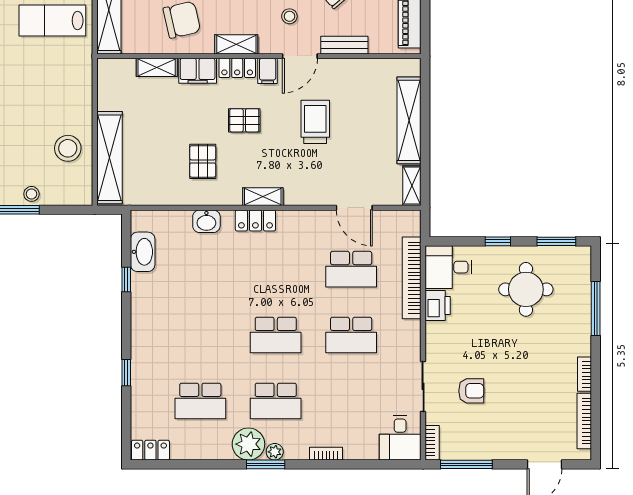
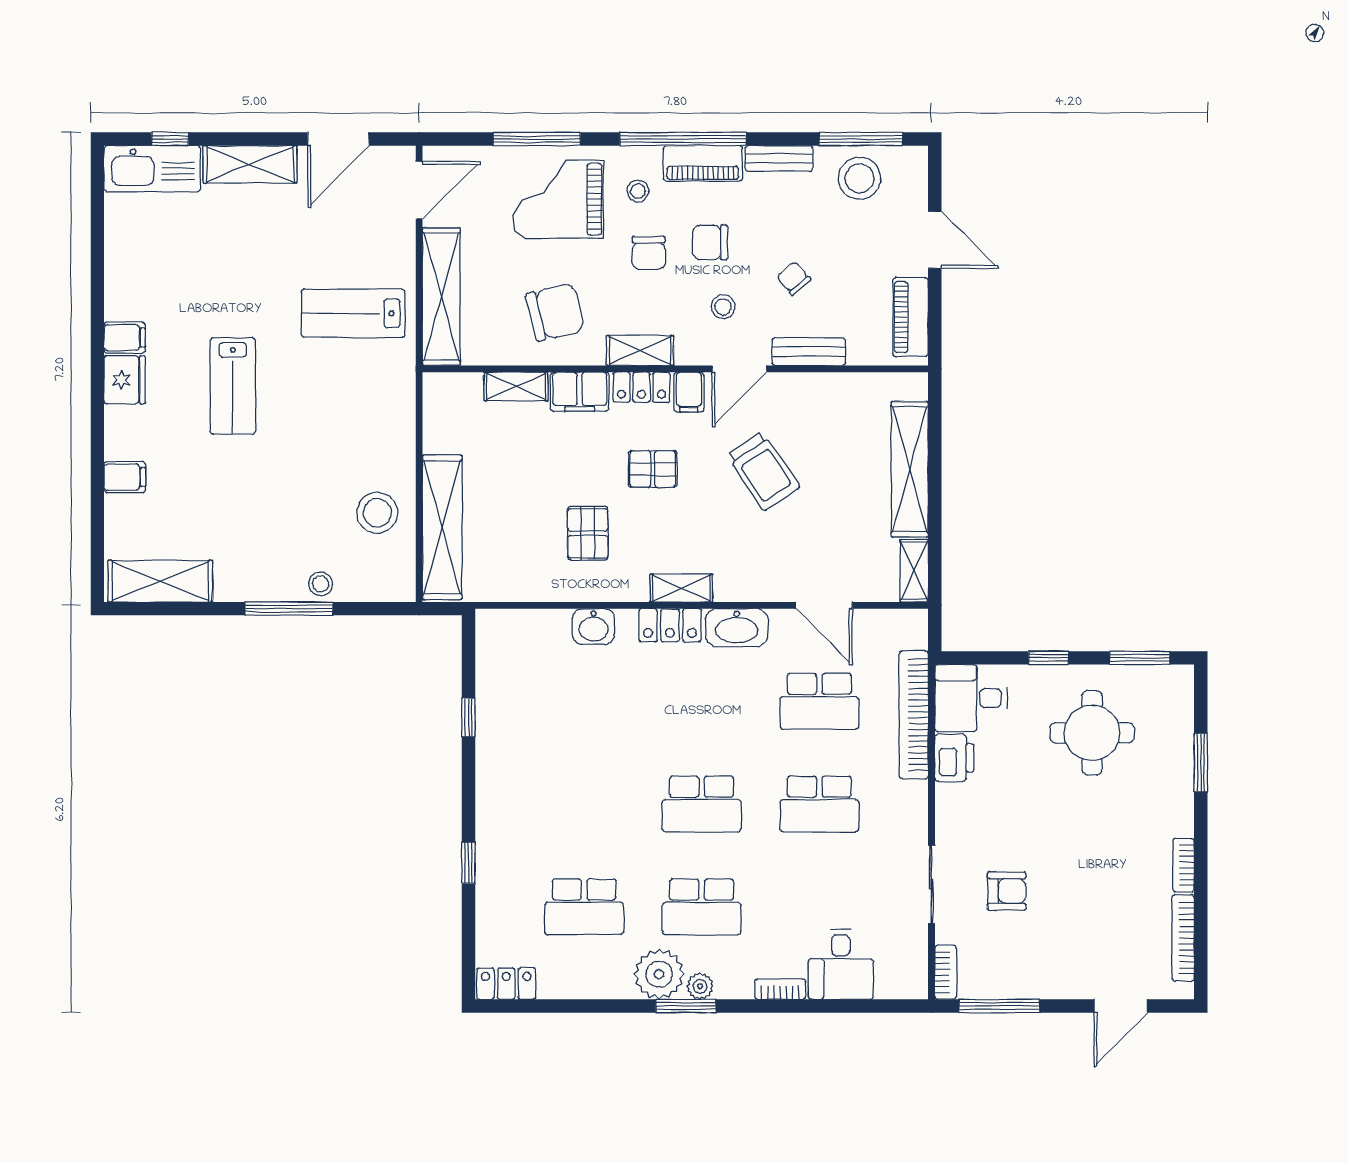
trolley: (315, 122) -> (763, 471), turned 146
washbasin: (143, 252) -> (737, 628), moved, turned 90
window: (596, 308) -> (1201, 763), width x0.69
desk: (400, 438) -> (841, 964), moved

